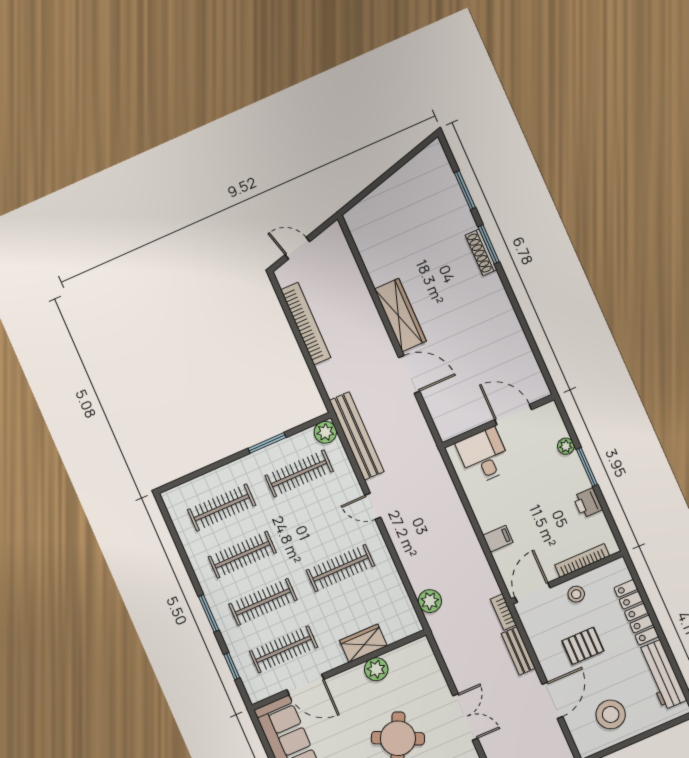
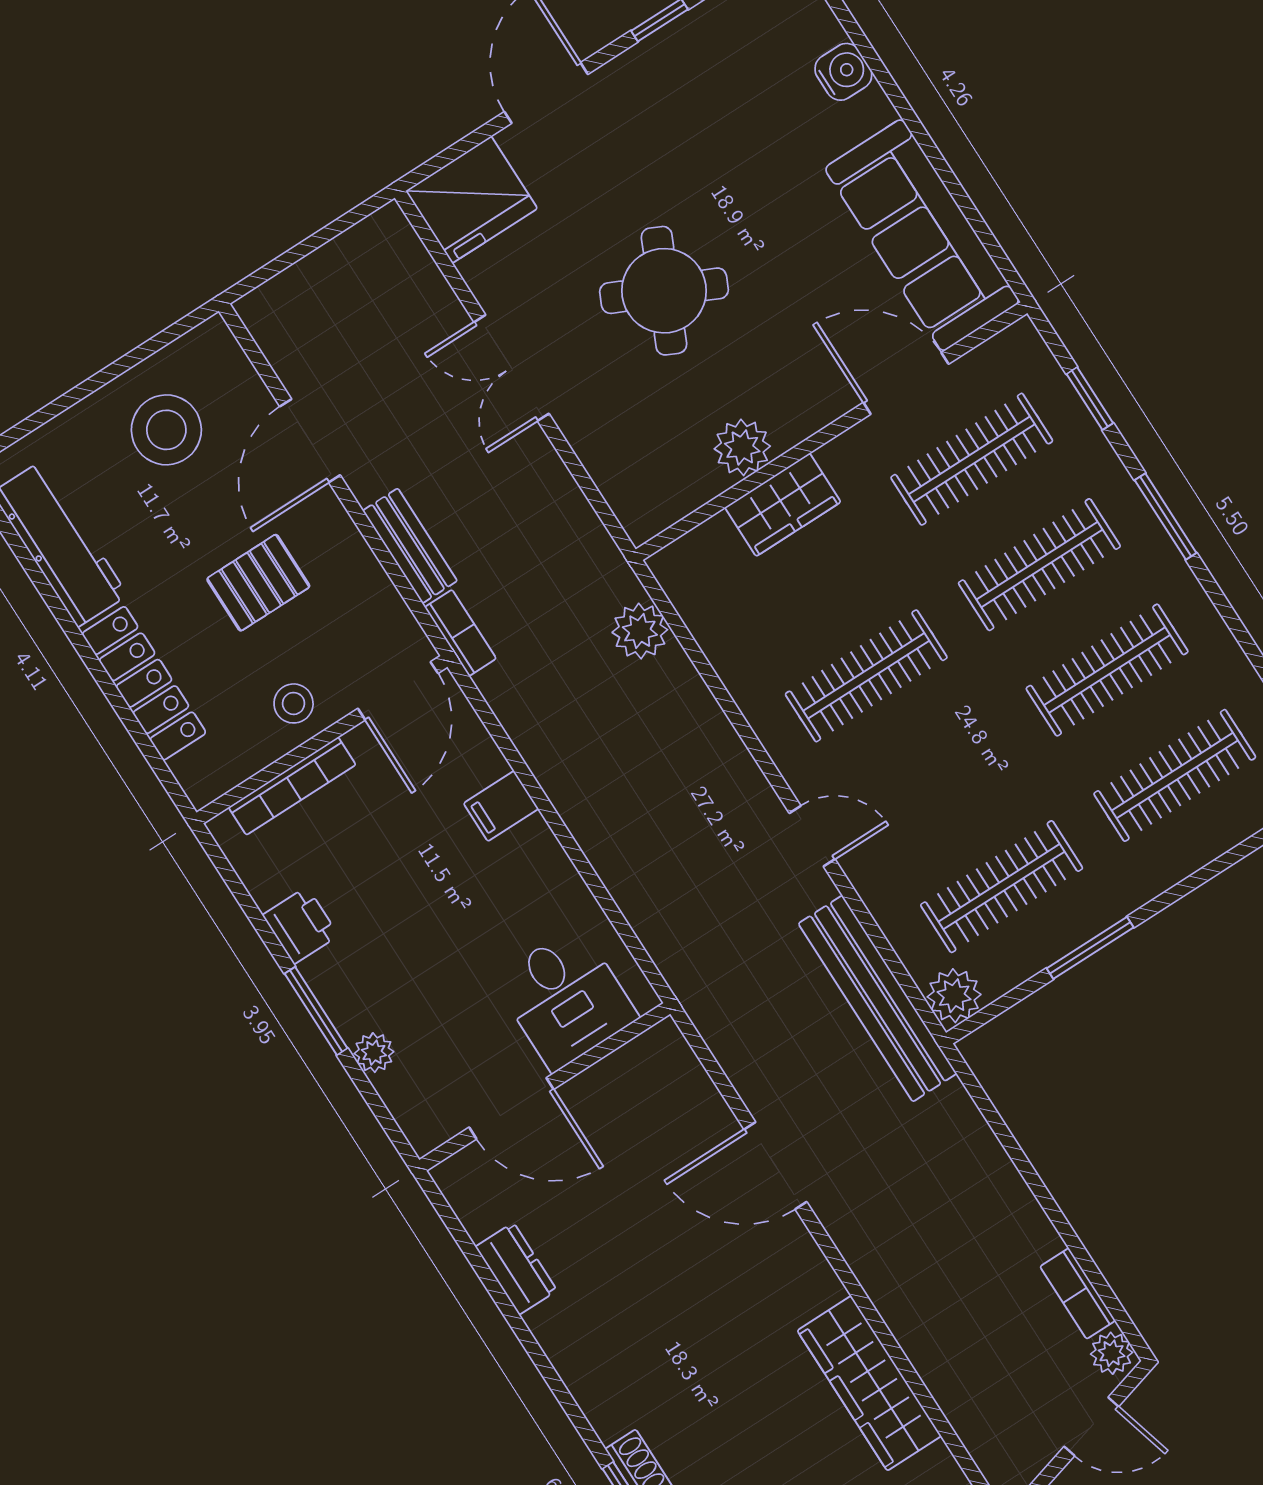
plant: (284, 277) -> (1112, 1353), added
wardrobe: (400, 315) -> (869, 1383), moved
bookcase: (306, 324) -> (1078, 1293), width x0.43, depth x0.76
dresser: (522, 349) -> (516, 1269), added

